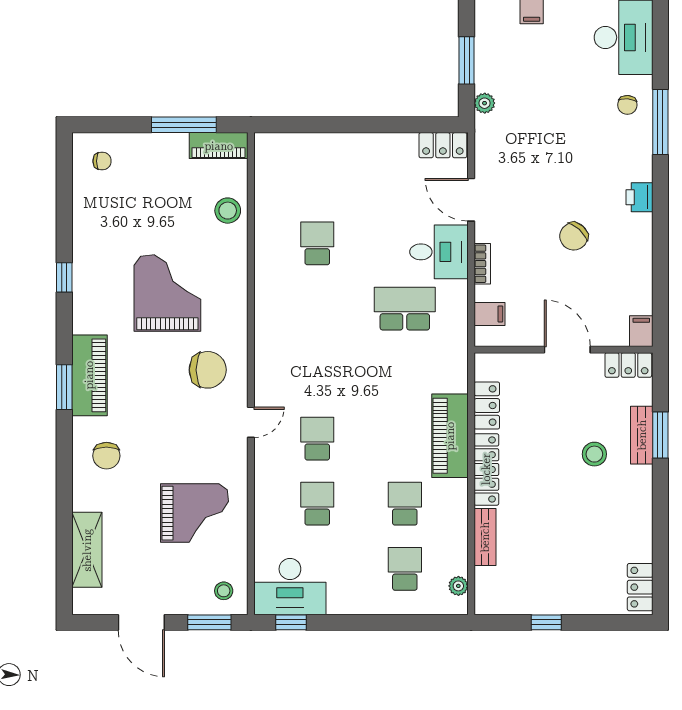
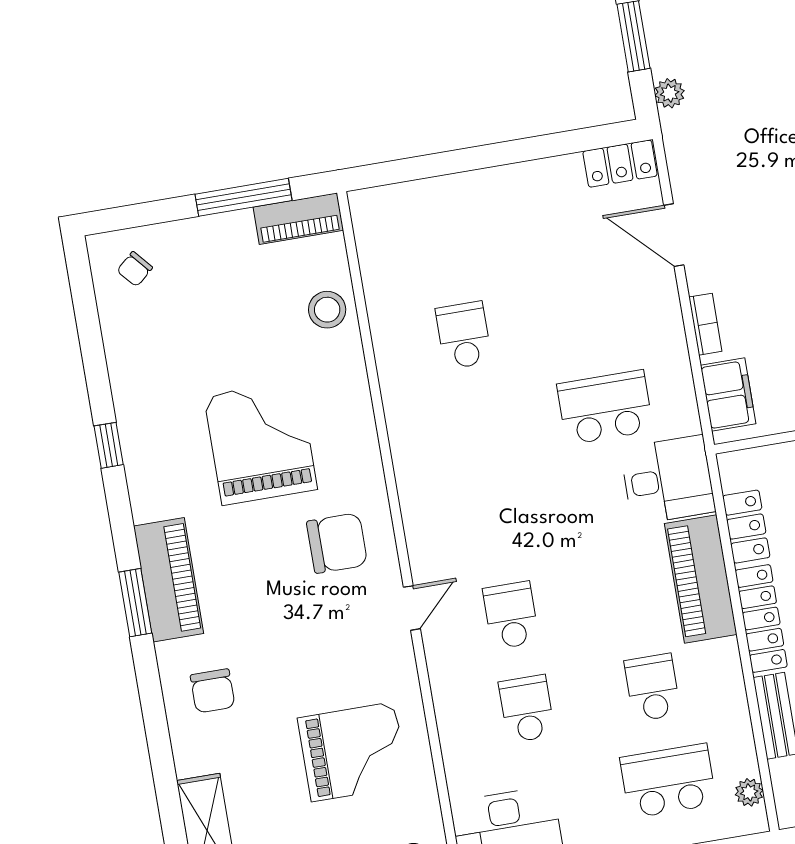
chair: (102, 161) -> (135, 269), turned 139
desk: (439, 252) -> (668, 480), moved
filing cabinet: (490, 314) -> (728, 394), width x2.00
school desk: (405, 569) -> (668, 781), width x1.85

